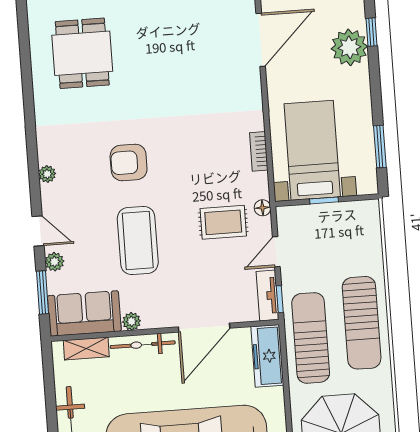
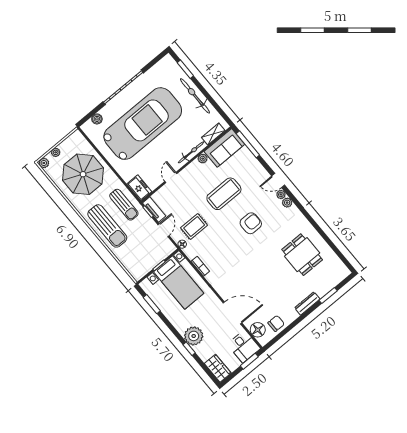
door: (261, 40) -> (232, 313), swing flipped
door: (38, 231) -> (278, 181), moved
coffee table: (138, 240) -> (224, 194), turned 90
plant: (54, 262) -> (287, 203), moved
window: (43, 292) -> (248, 144), width x1.44
sun lounger: (362, 323) -> (107, 226), turned 180
door: (204, 328) -> (171, 177), width x0.53
sun lounger: (311, 338) -> (124, 205), width x0.73, depth x0.75
freezer: (267, 356) -> (139, 188), width x0.71

